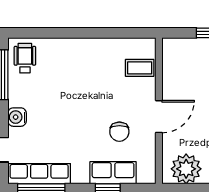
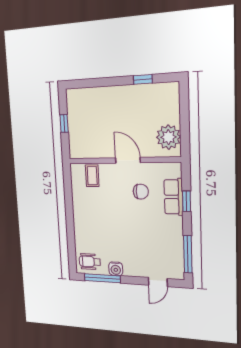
water cooler: (17, 117) -> (116, 269), moved
row of seats: (39, 174) -> (176, 255), removed

